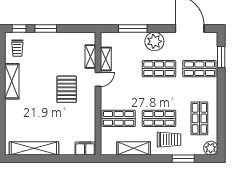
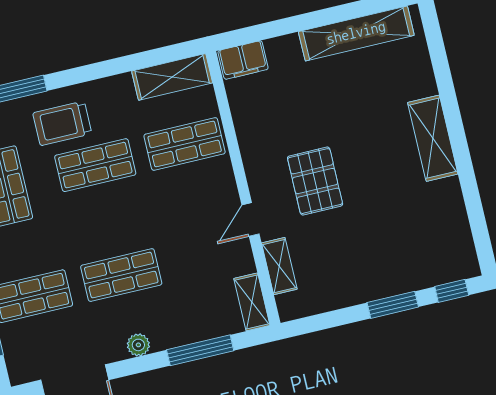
plant: (154, 41) -> (138, 345), width x0.53, depth x0.53
trolley: (17, 48) -> (445, 246), removed
shelving: (106, 59) -> (252, 302), moved
shelving: (12, 81) -> (433, 138), moved
shelving: (134, 148) -> (172, 77), moved

